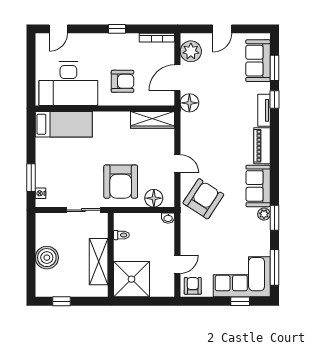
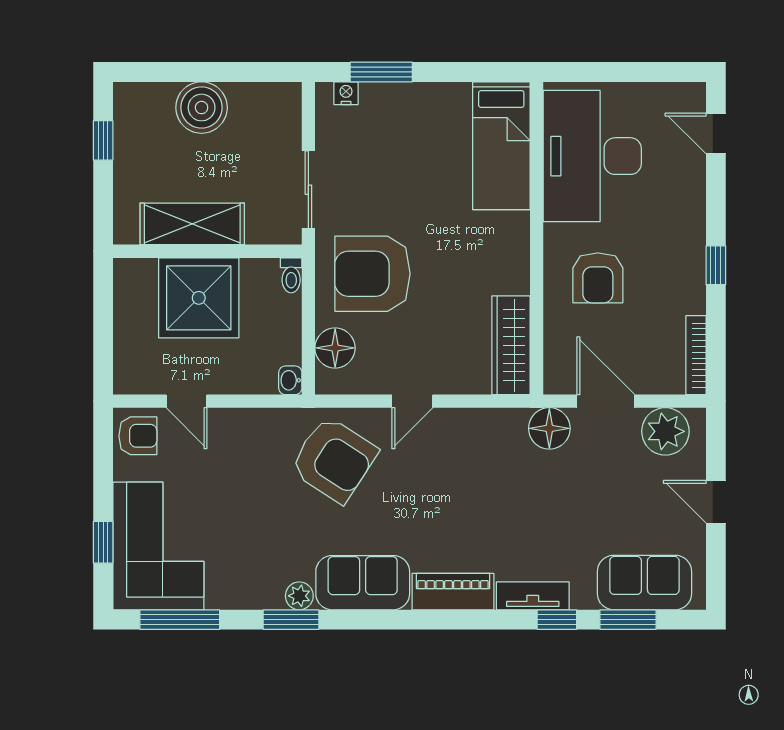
toilet: (121, 235) -> (291, 275), moved
shower: (131, 279) -> (199, 298), moved

